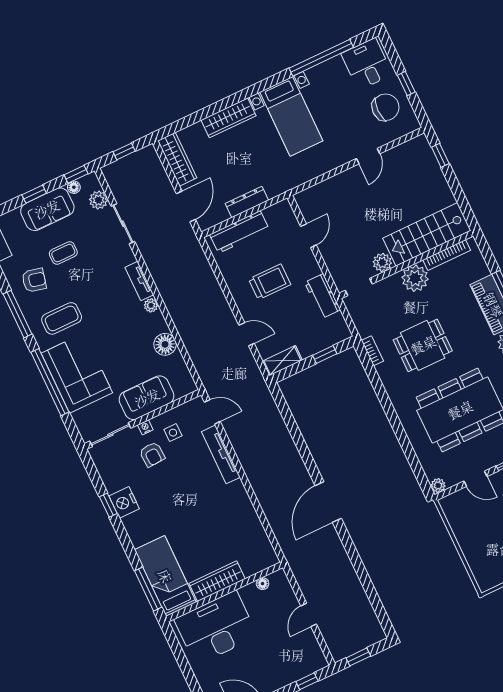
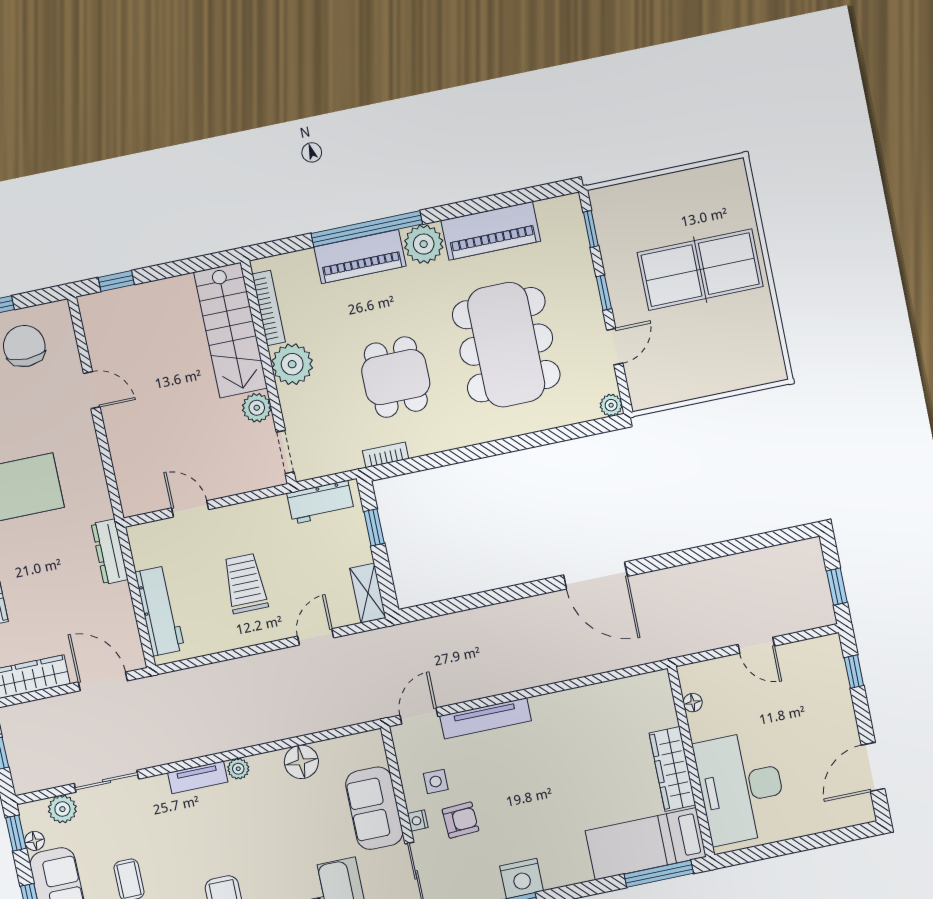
dresser: (247, 202) -> (110, 552), moved
workbench: (323, 296) -> (320, 502), moved

